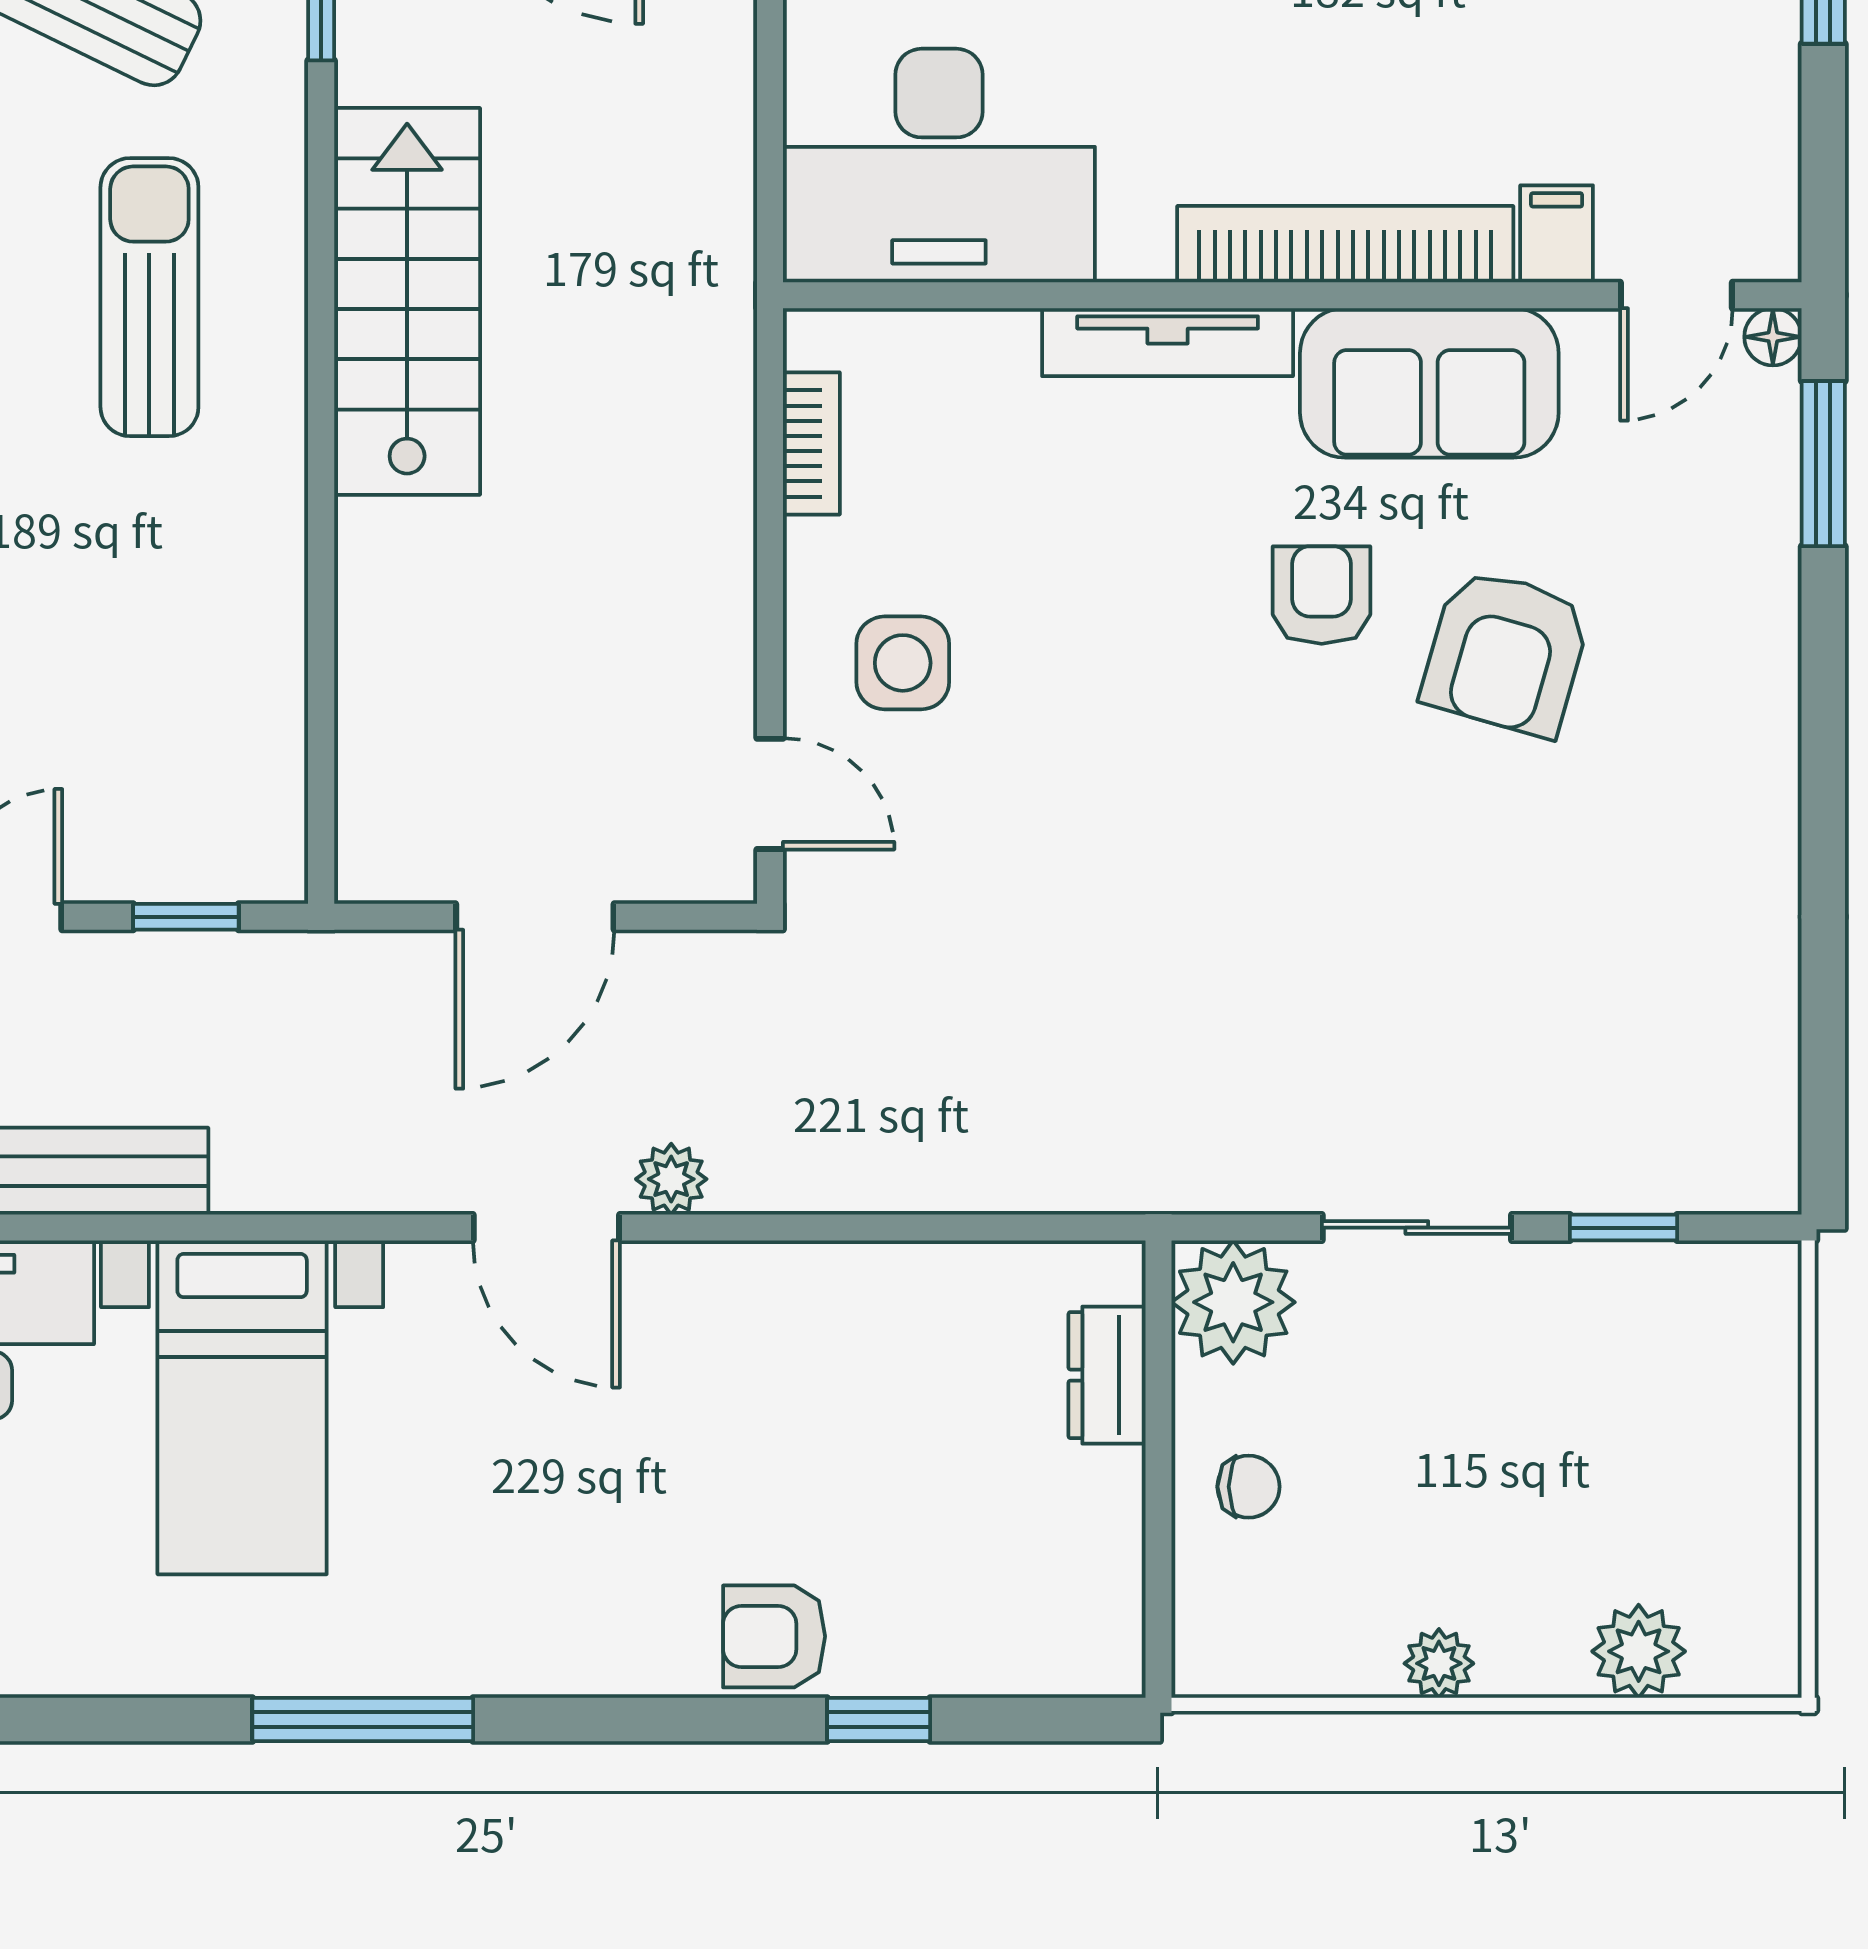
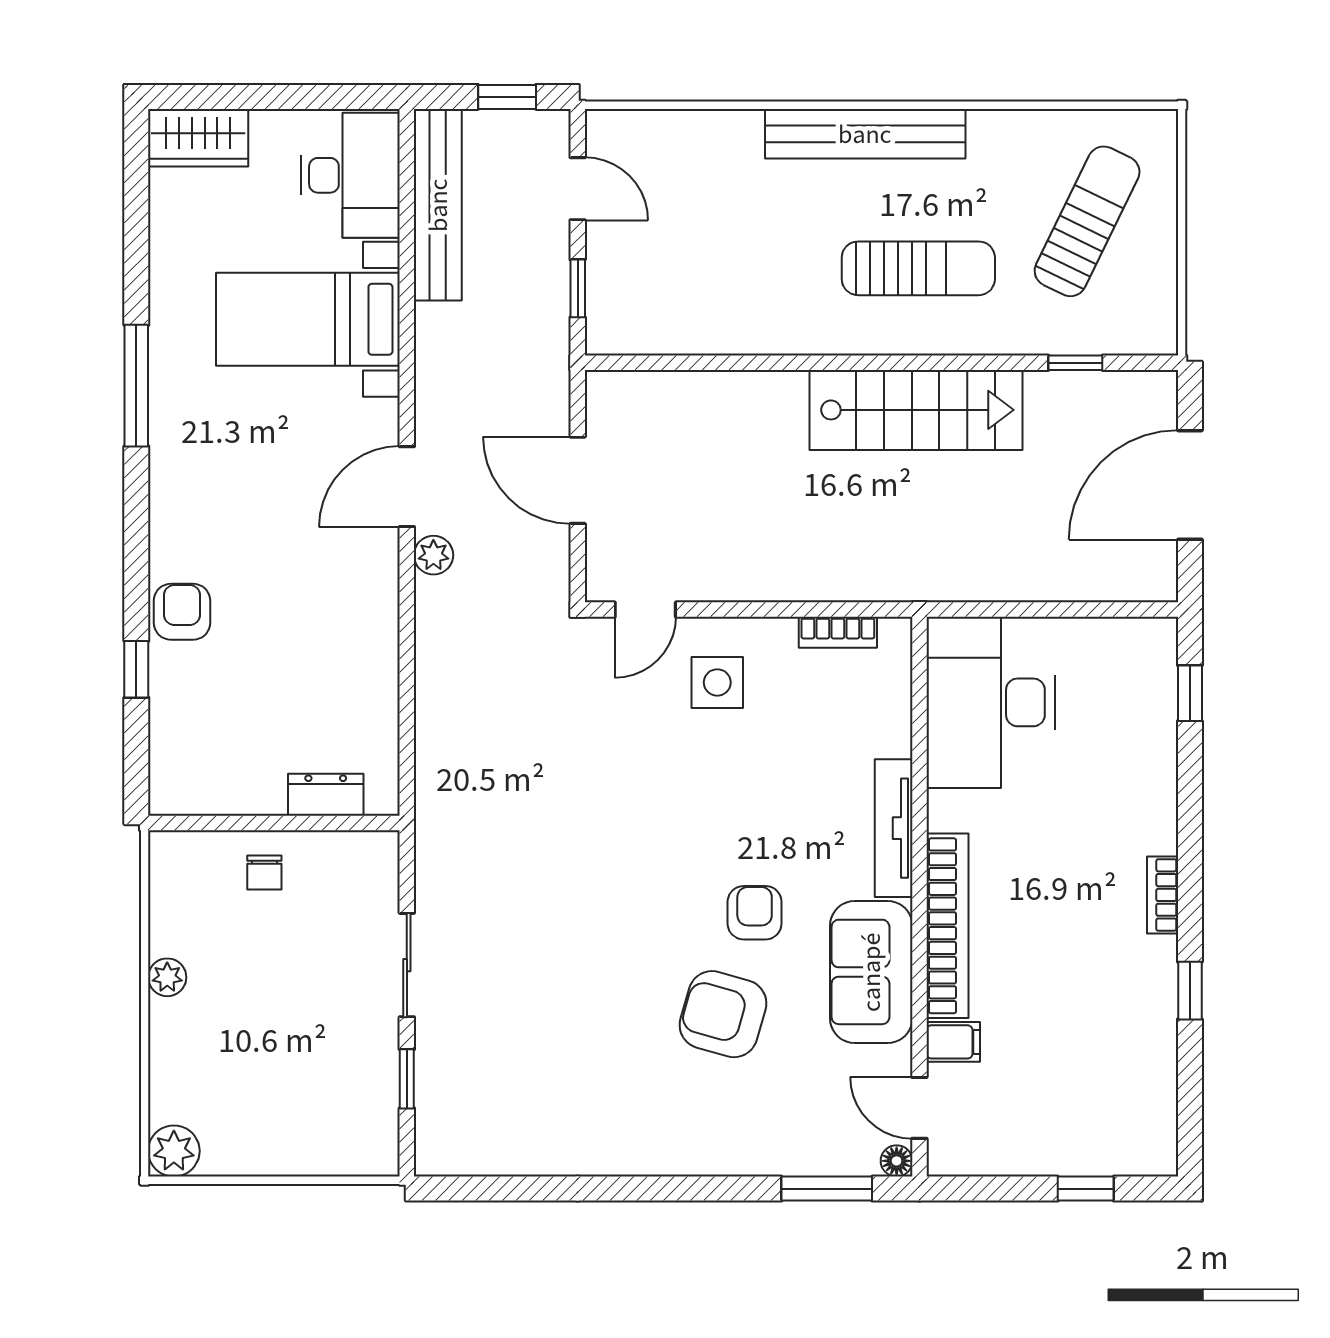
armchair: (1322, 595) -> (755, 913), turned -90
plant: (1233, 1302) -> (366, 864), removed
plant: (1639, 1651) -> (174, 1151), moved

